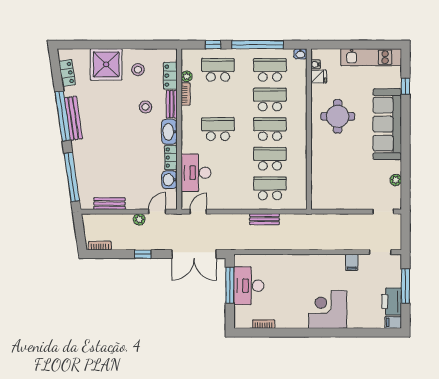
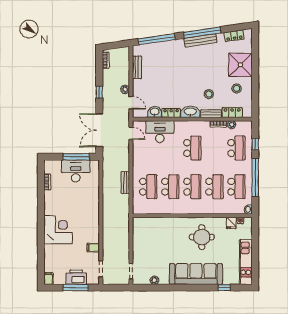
printer: (392, 302) -> (76, 277), moved

